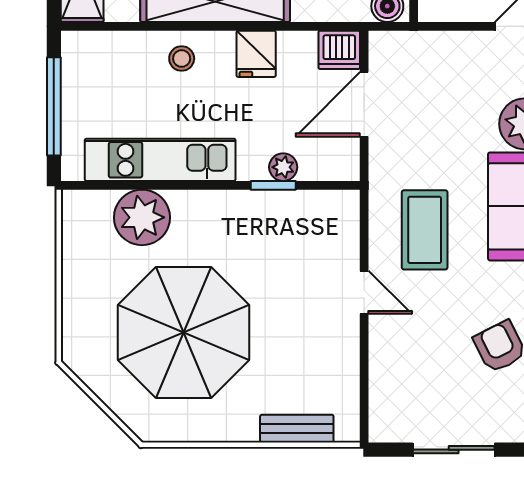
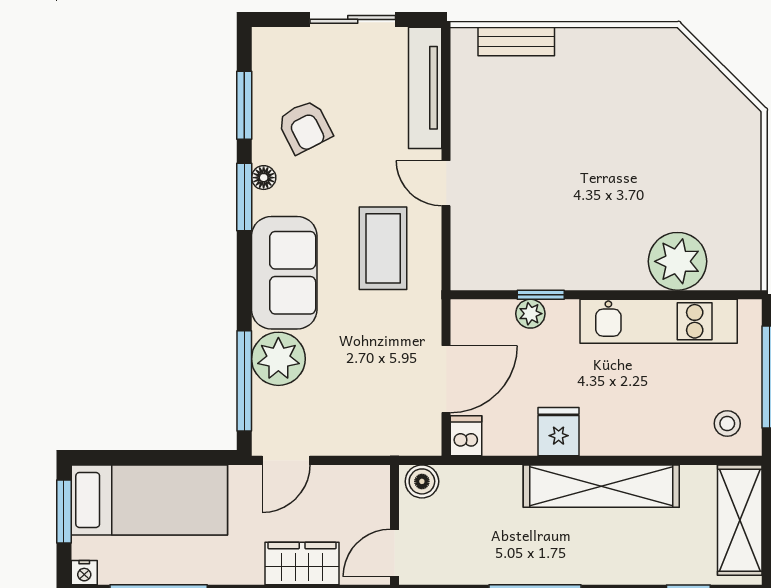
dishwasher: (339, 50) -> (466, 436), width x0.73
stool: (182, 59) -> (727, 423), moved
parasol: (184, 332) -> (634, 141), removed
tv unit: (384, 384) -> (425, 88), added

